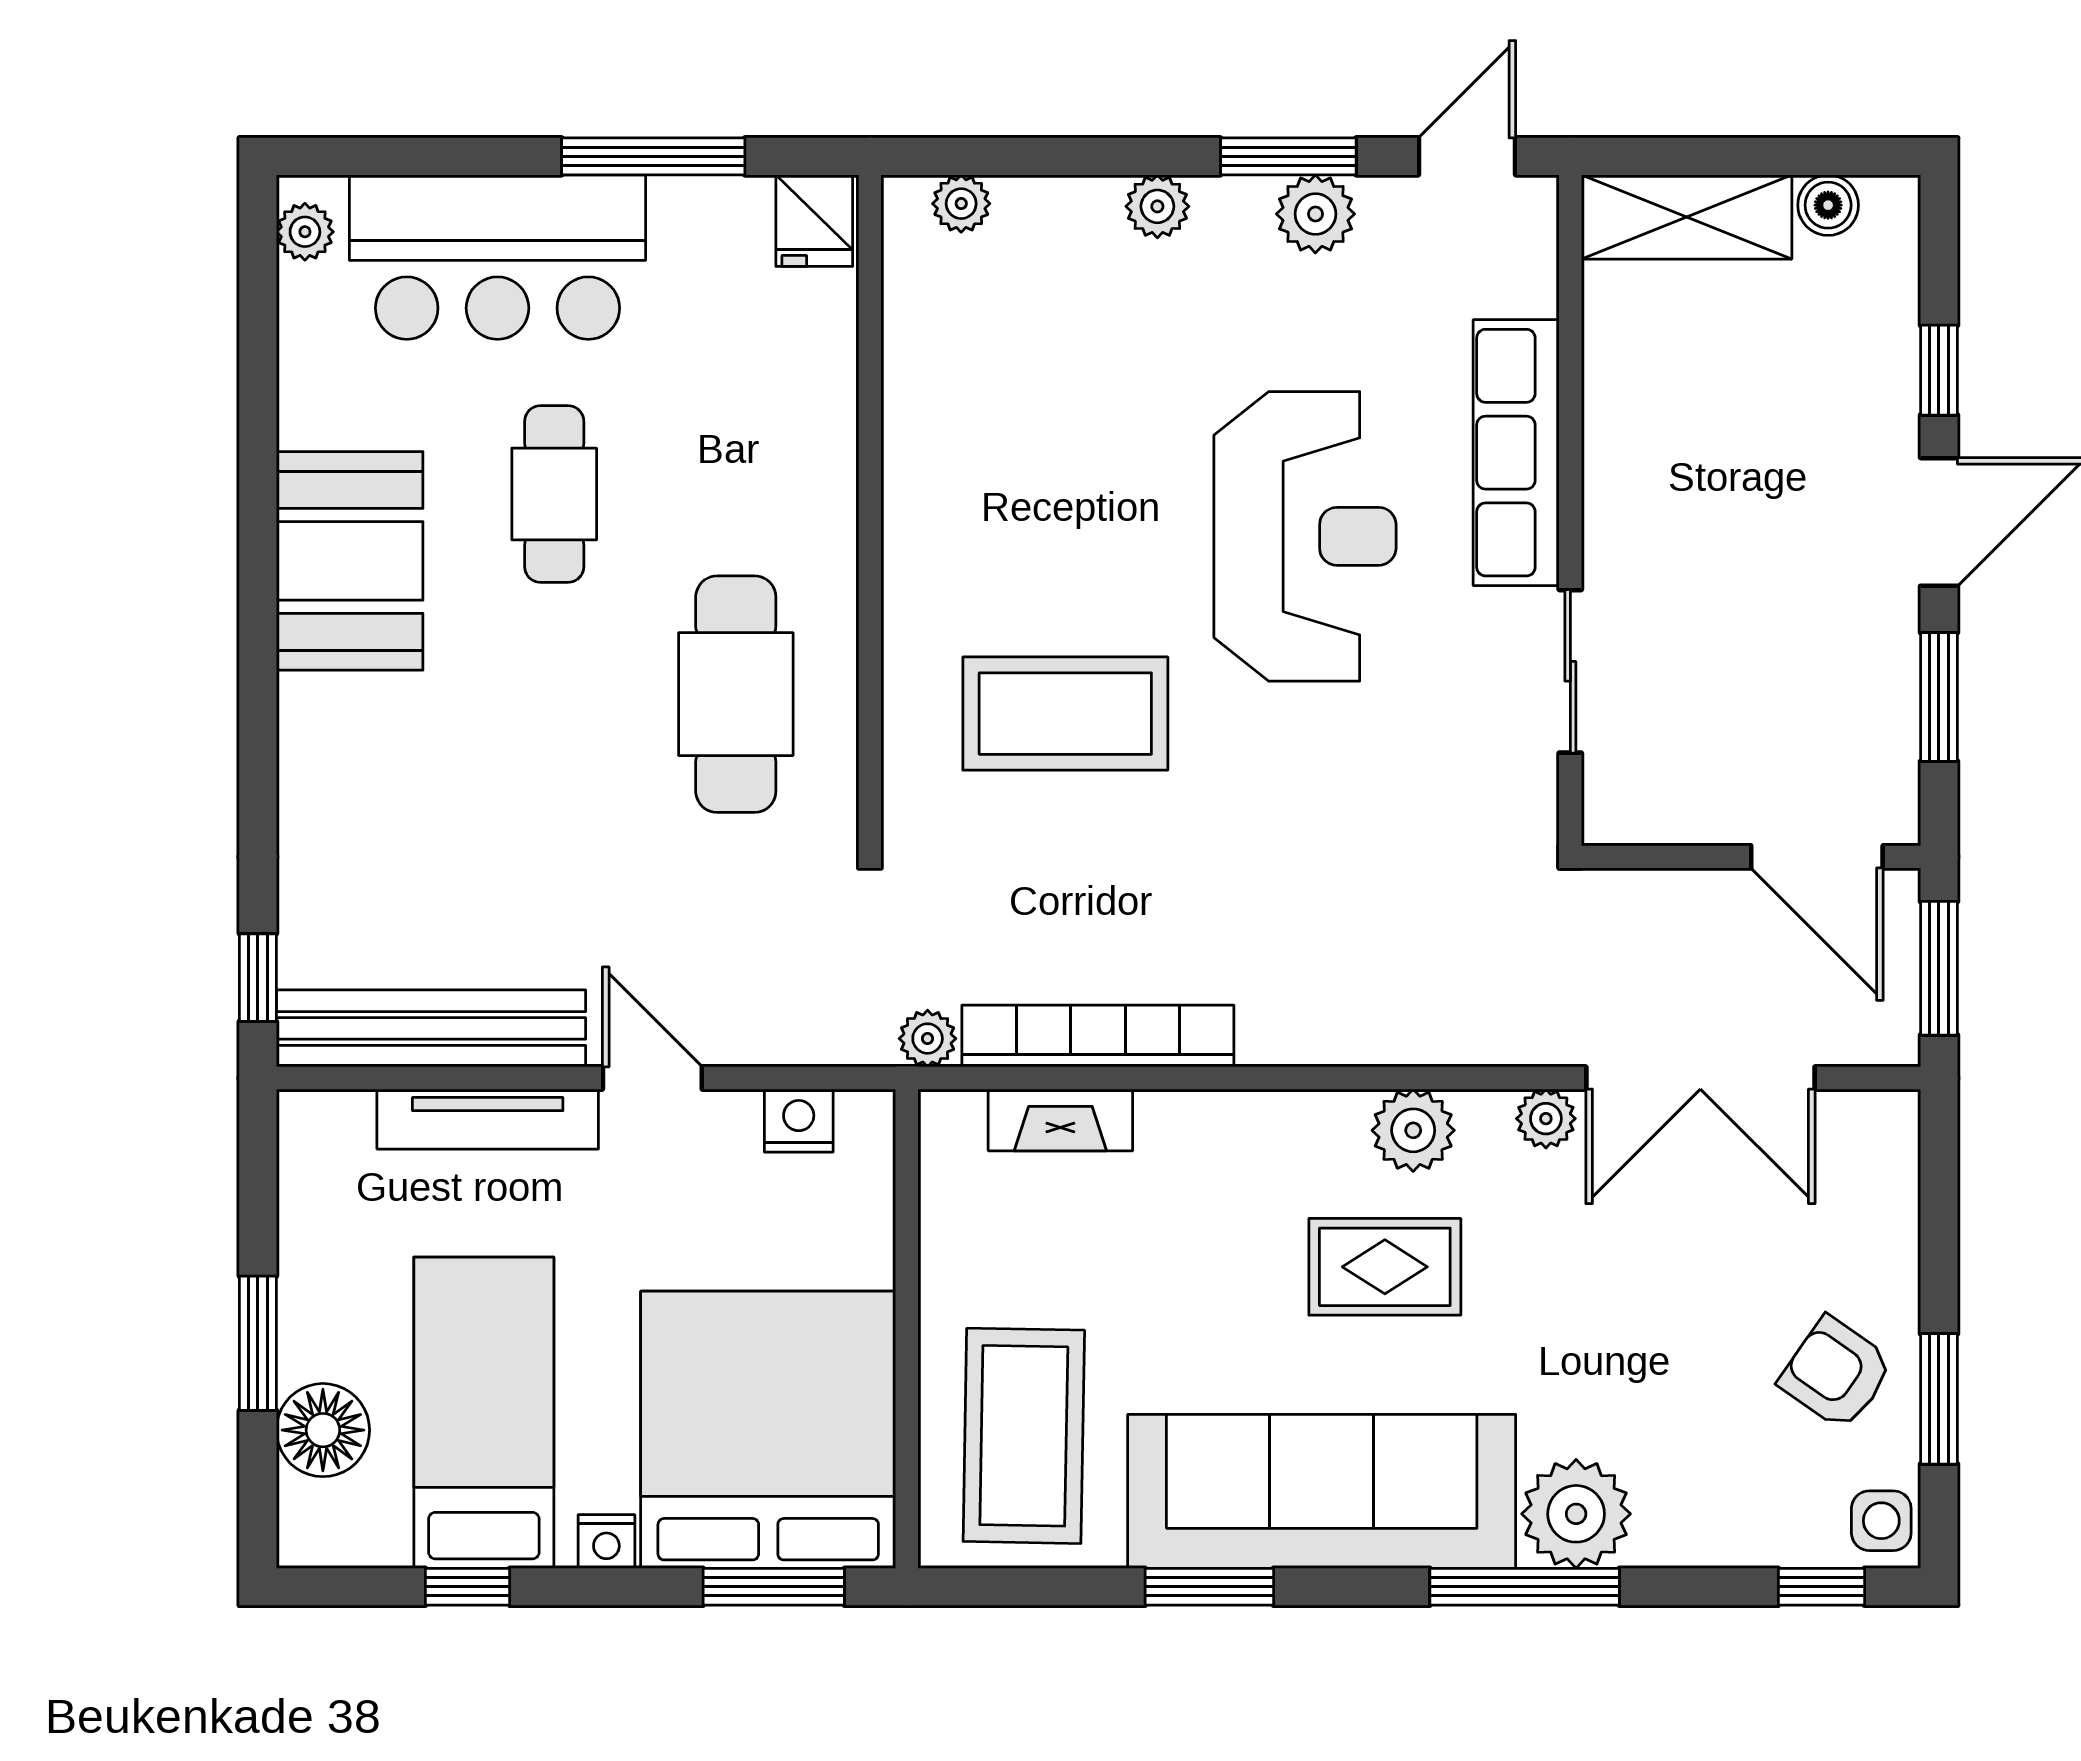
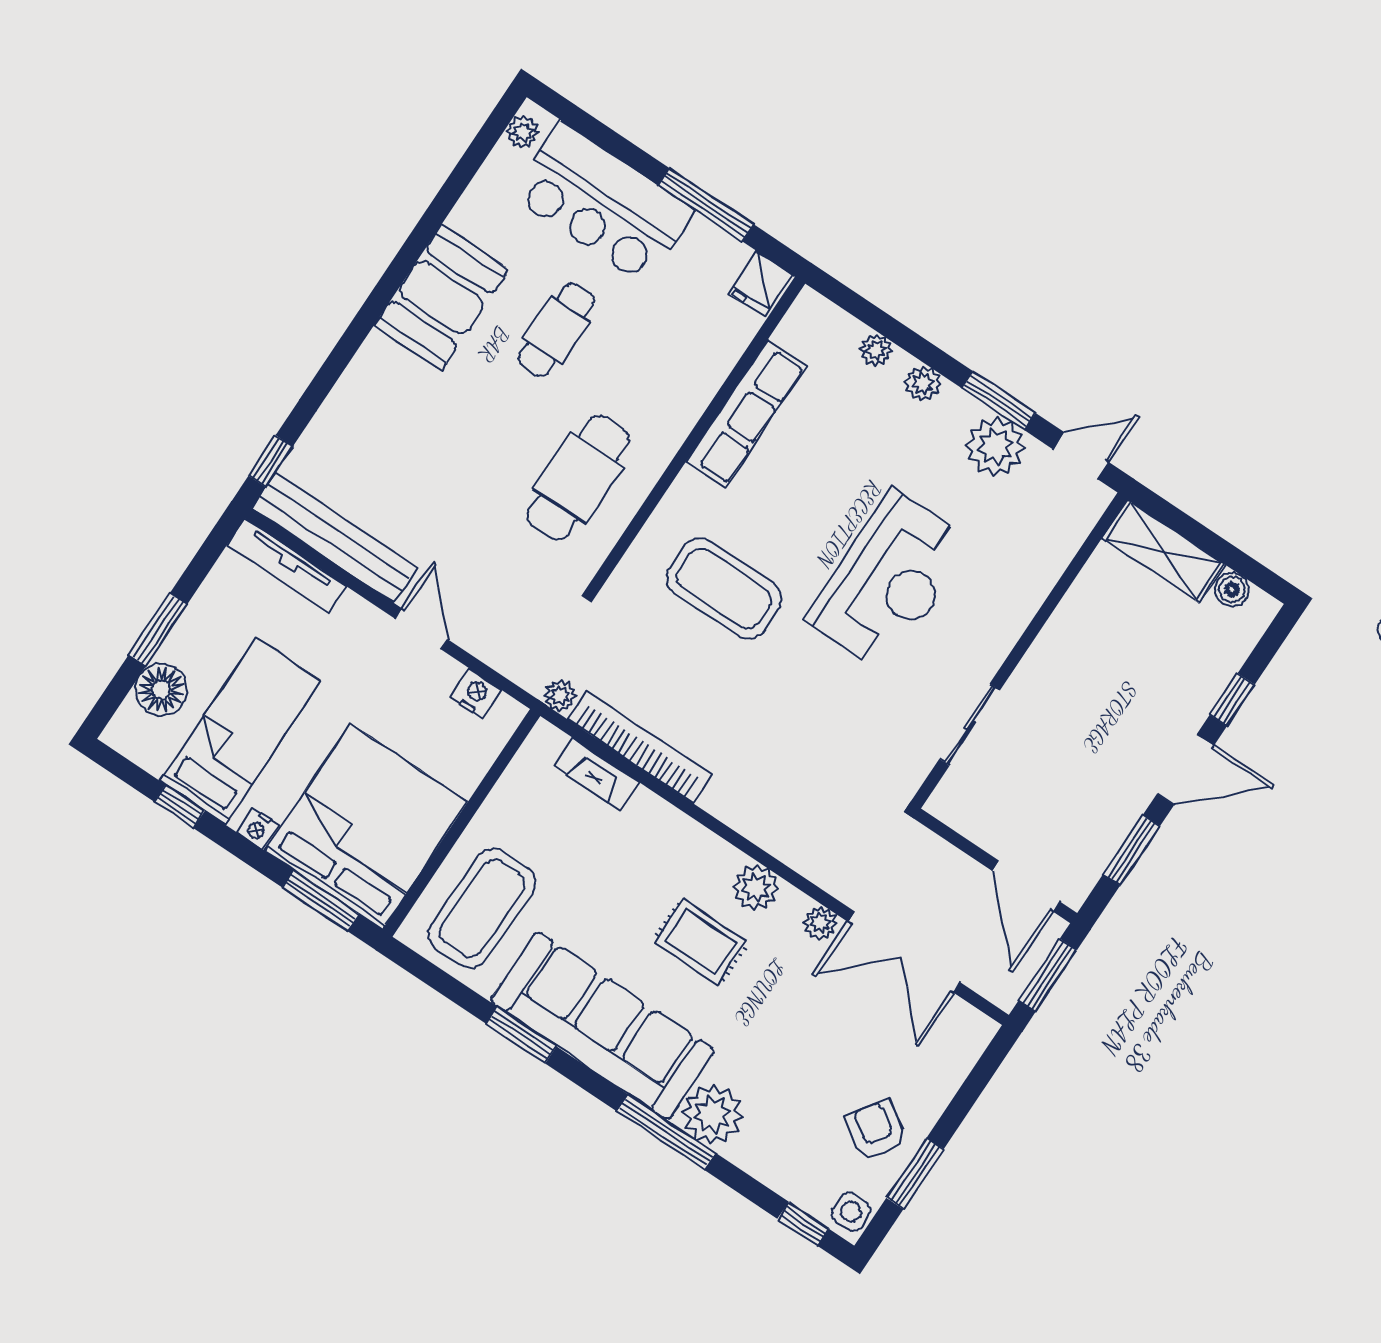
plant: (961, 204) -> (876, 350), moved
plant: (1315, 214) -> (995, 446), width x1.36, depth x1.36
row of seats: (1516, 453) -> (747, 414), moved, turned 180
tv unit: (488, 1119) -> (287, 566), moved

